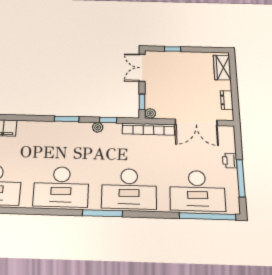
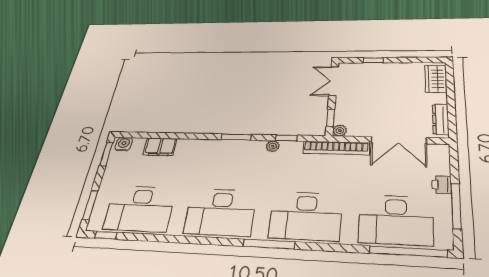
dresser: (227, 100) -> (441, 119), width x1.44

